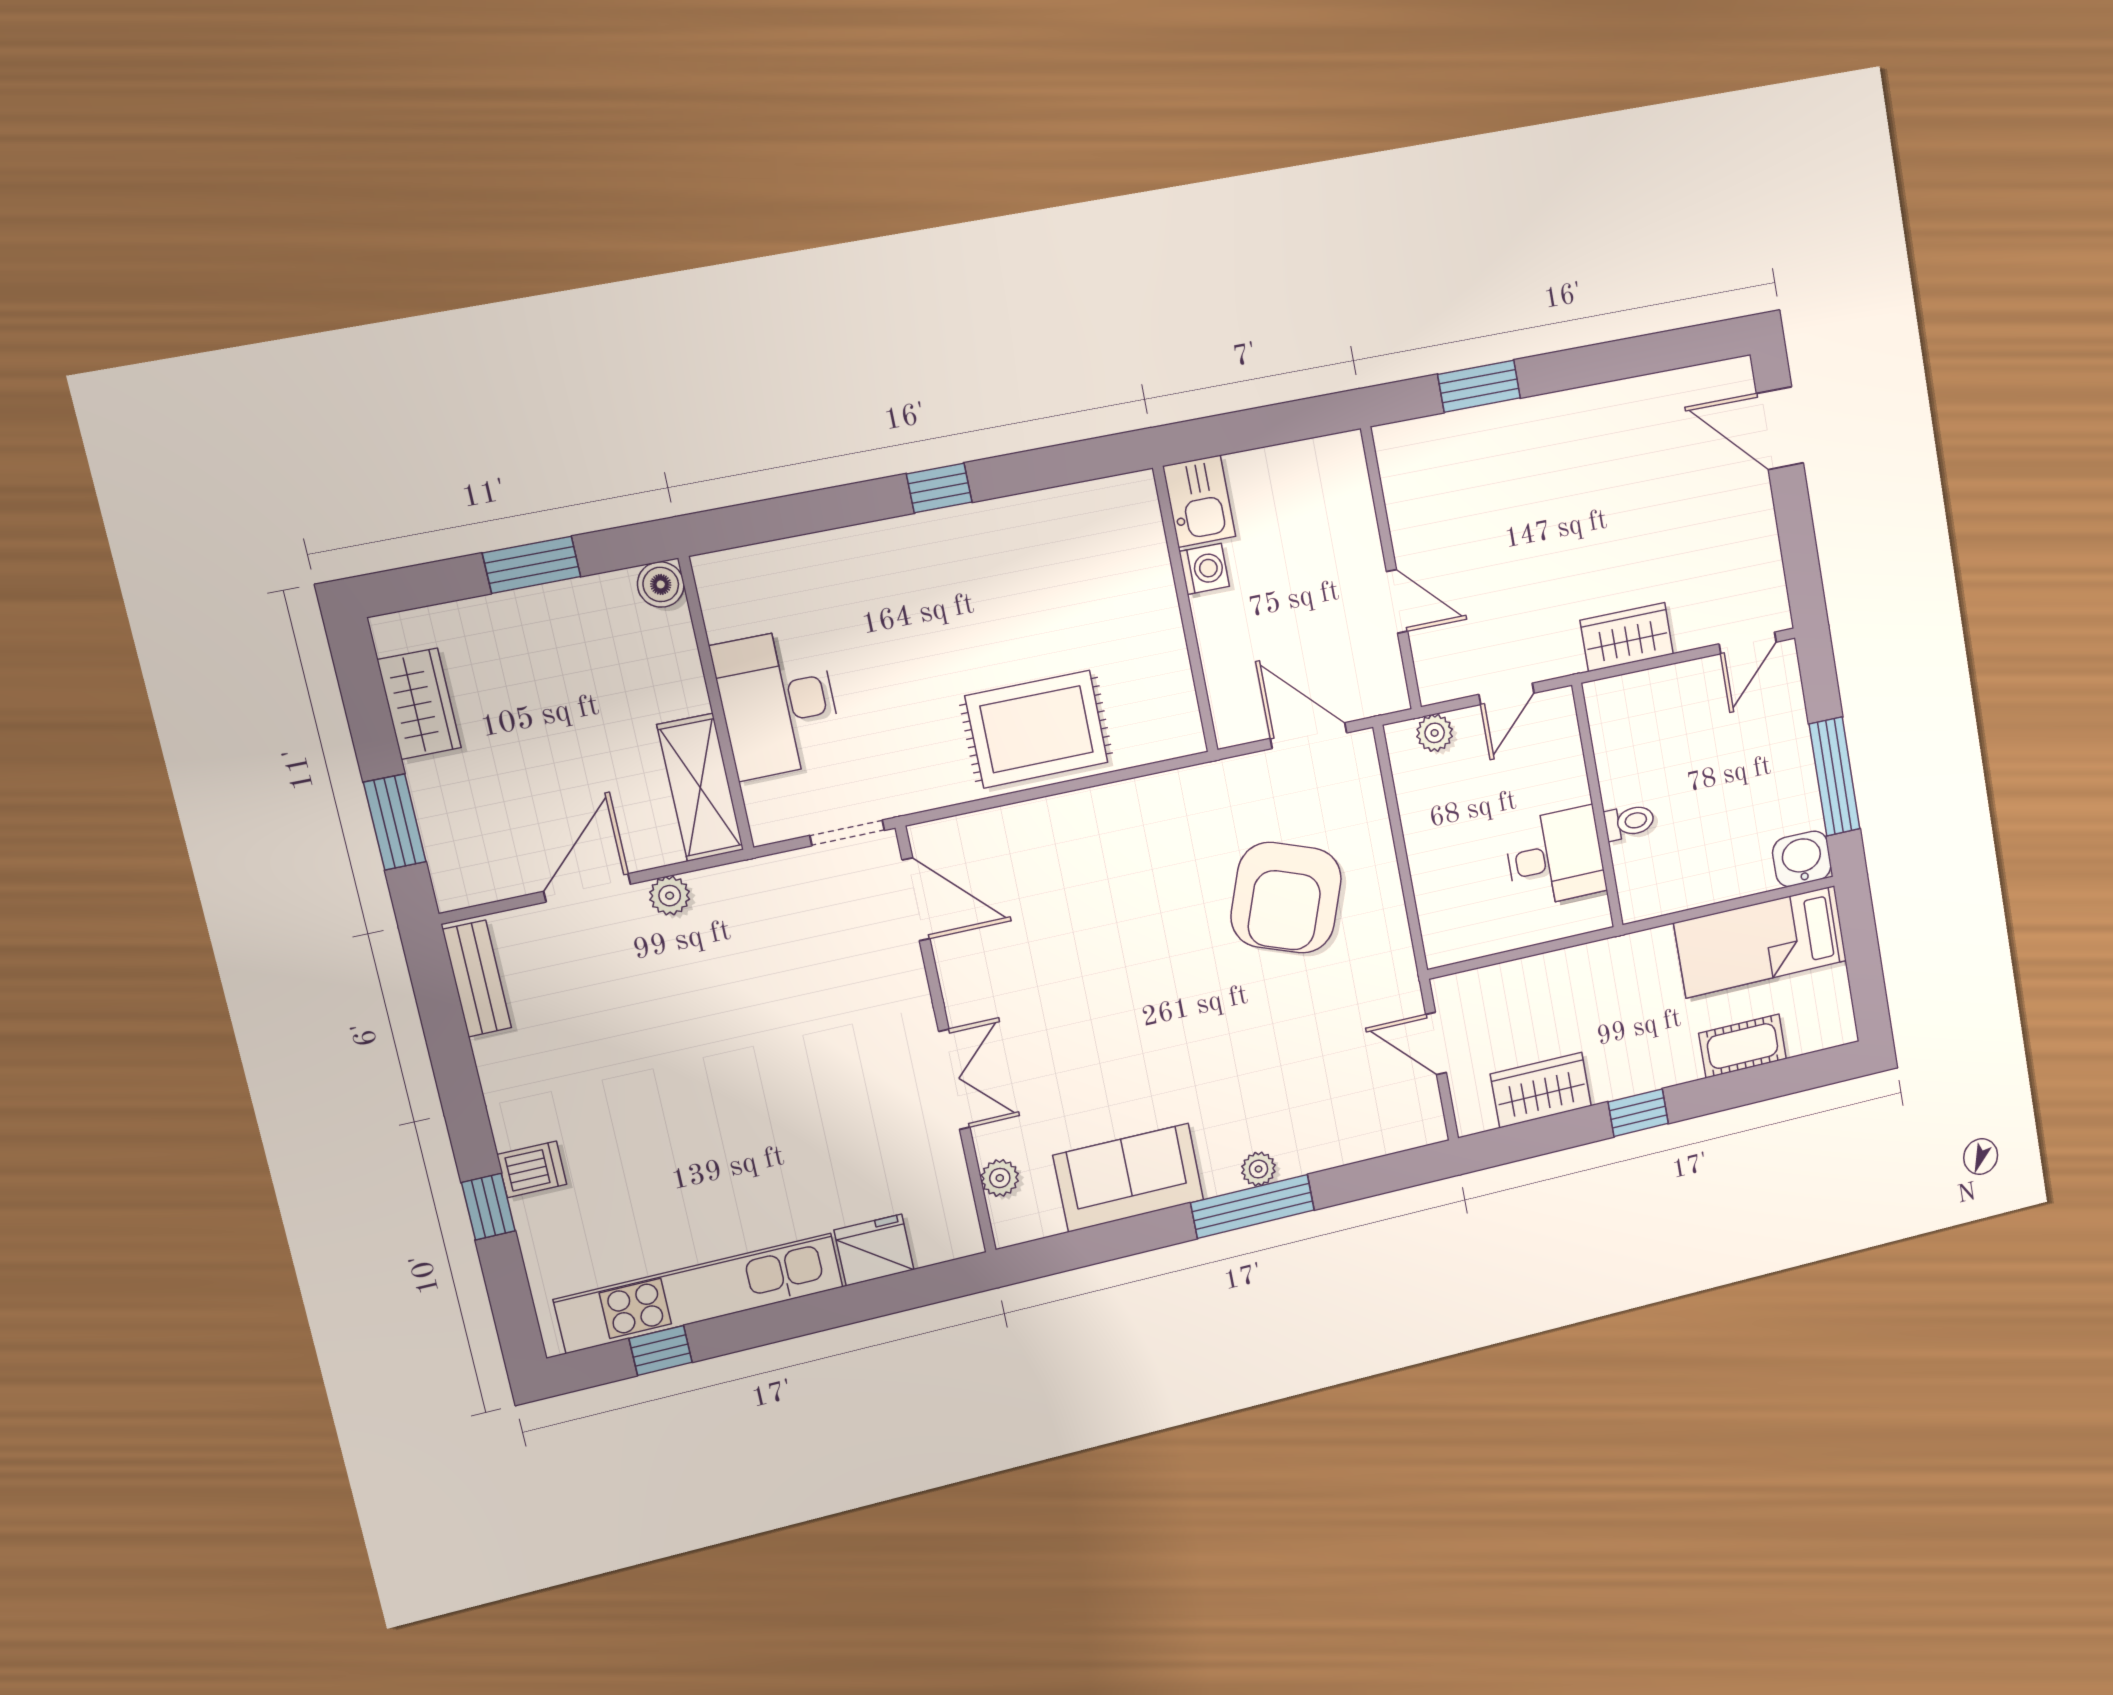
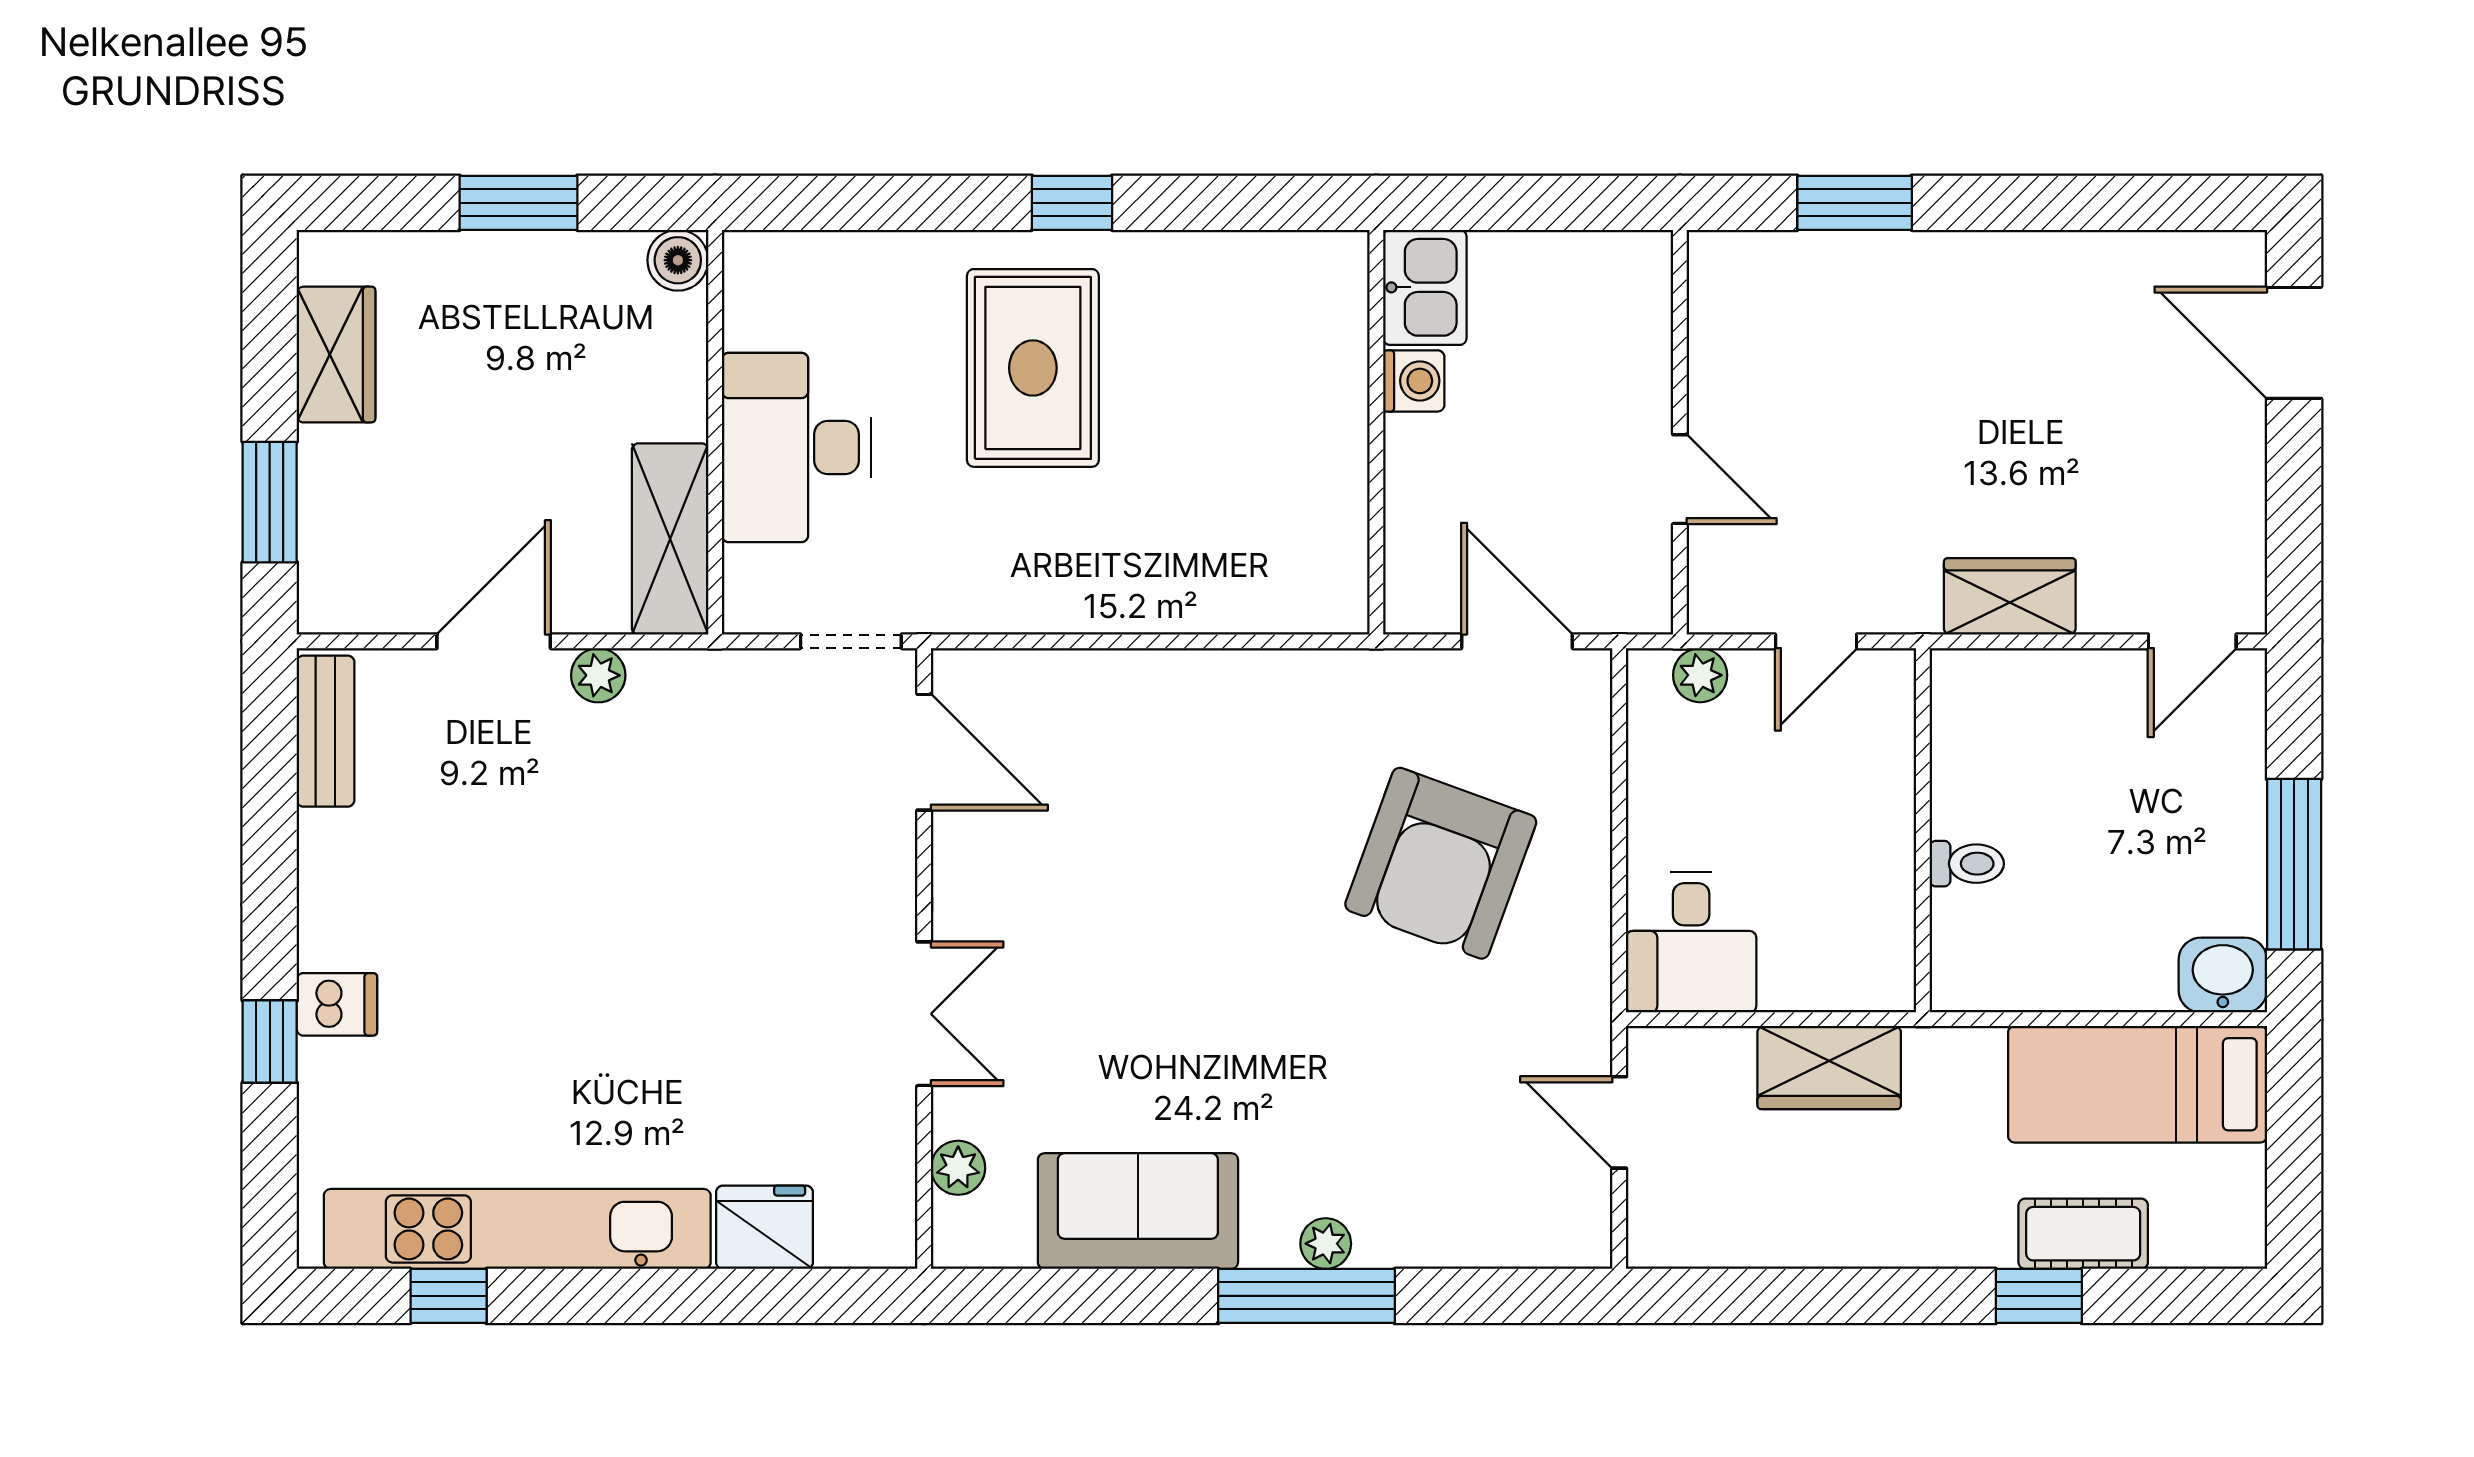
rug: (1037, 729) -> (1033, 368), moved, turned 90
desk: (1555, 857) -> (1691, 942), moved, turned 90
wardrobe: (1541, 1090) -> (1829, 1068), moved, turned 180
window: (1638, 1113) -> (2039, 1296), moved

